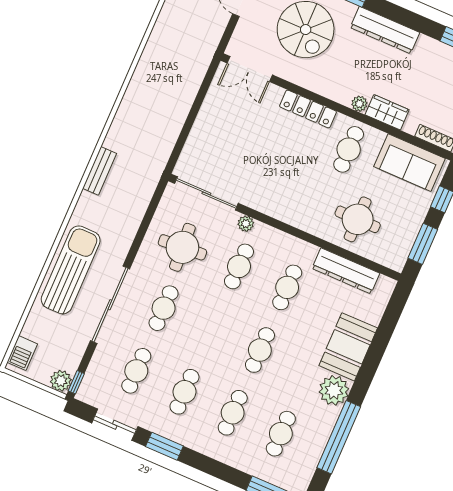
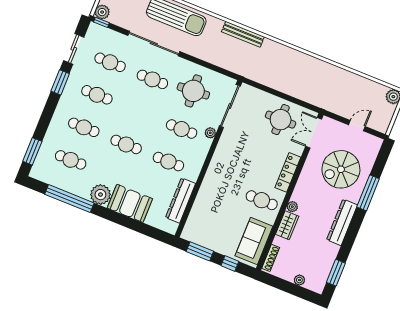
bench: (100, 171) -> (243, 34), width x1.36
round table: (358, 219) -> (281, 120), moved

